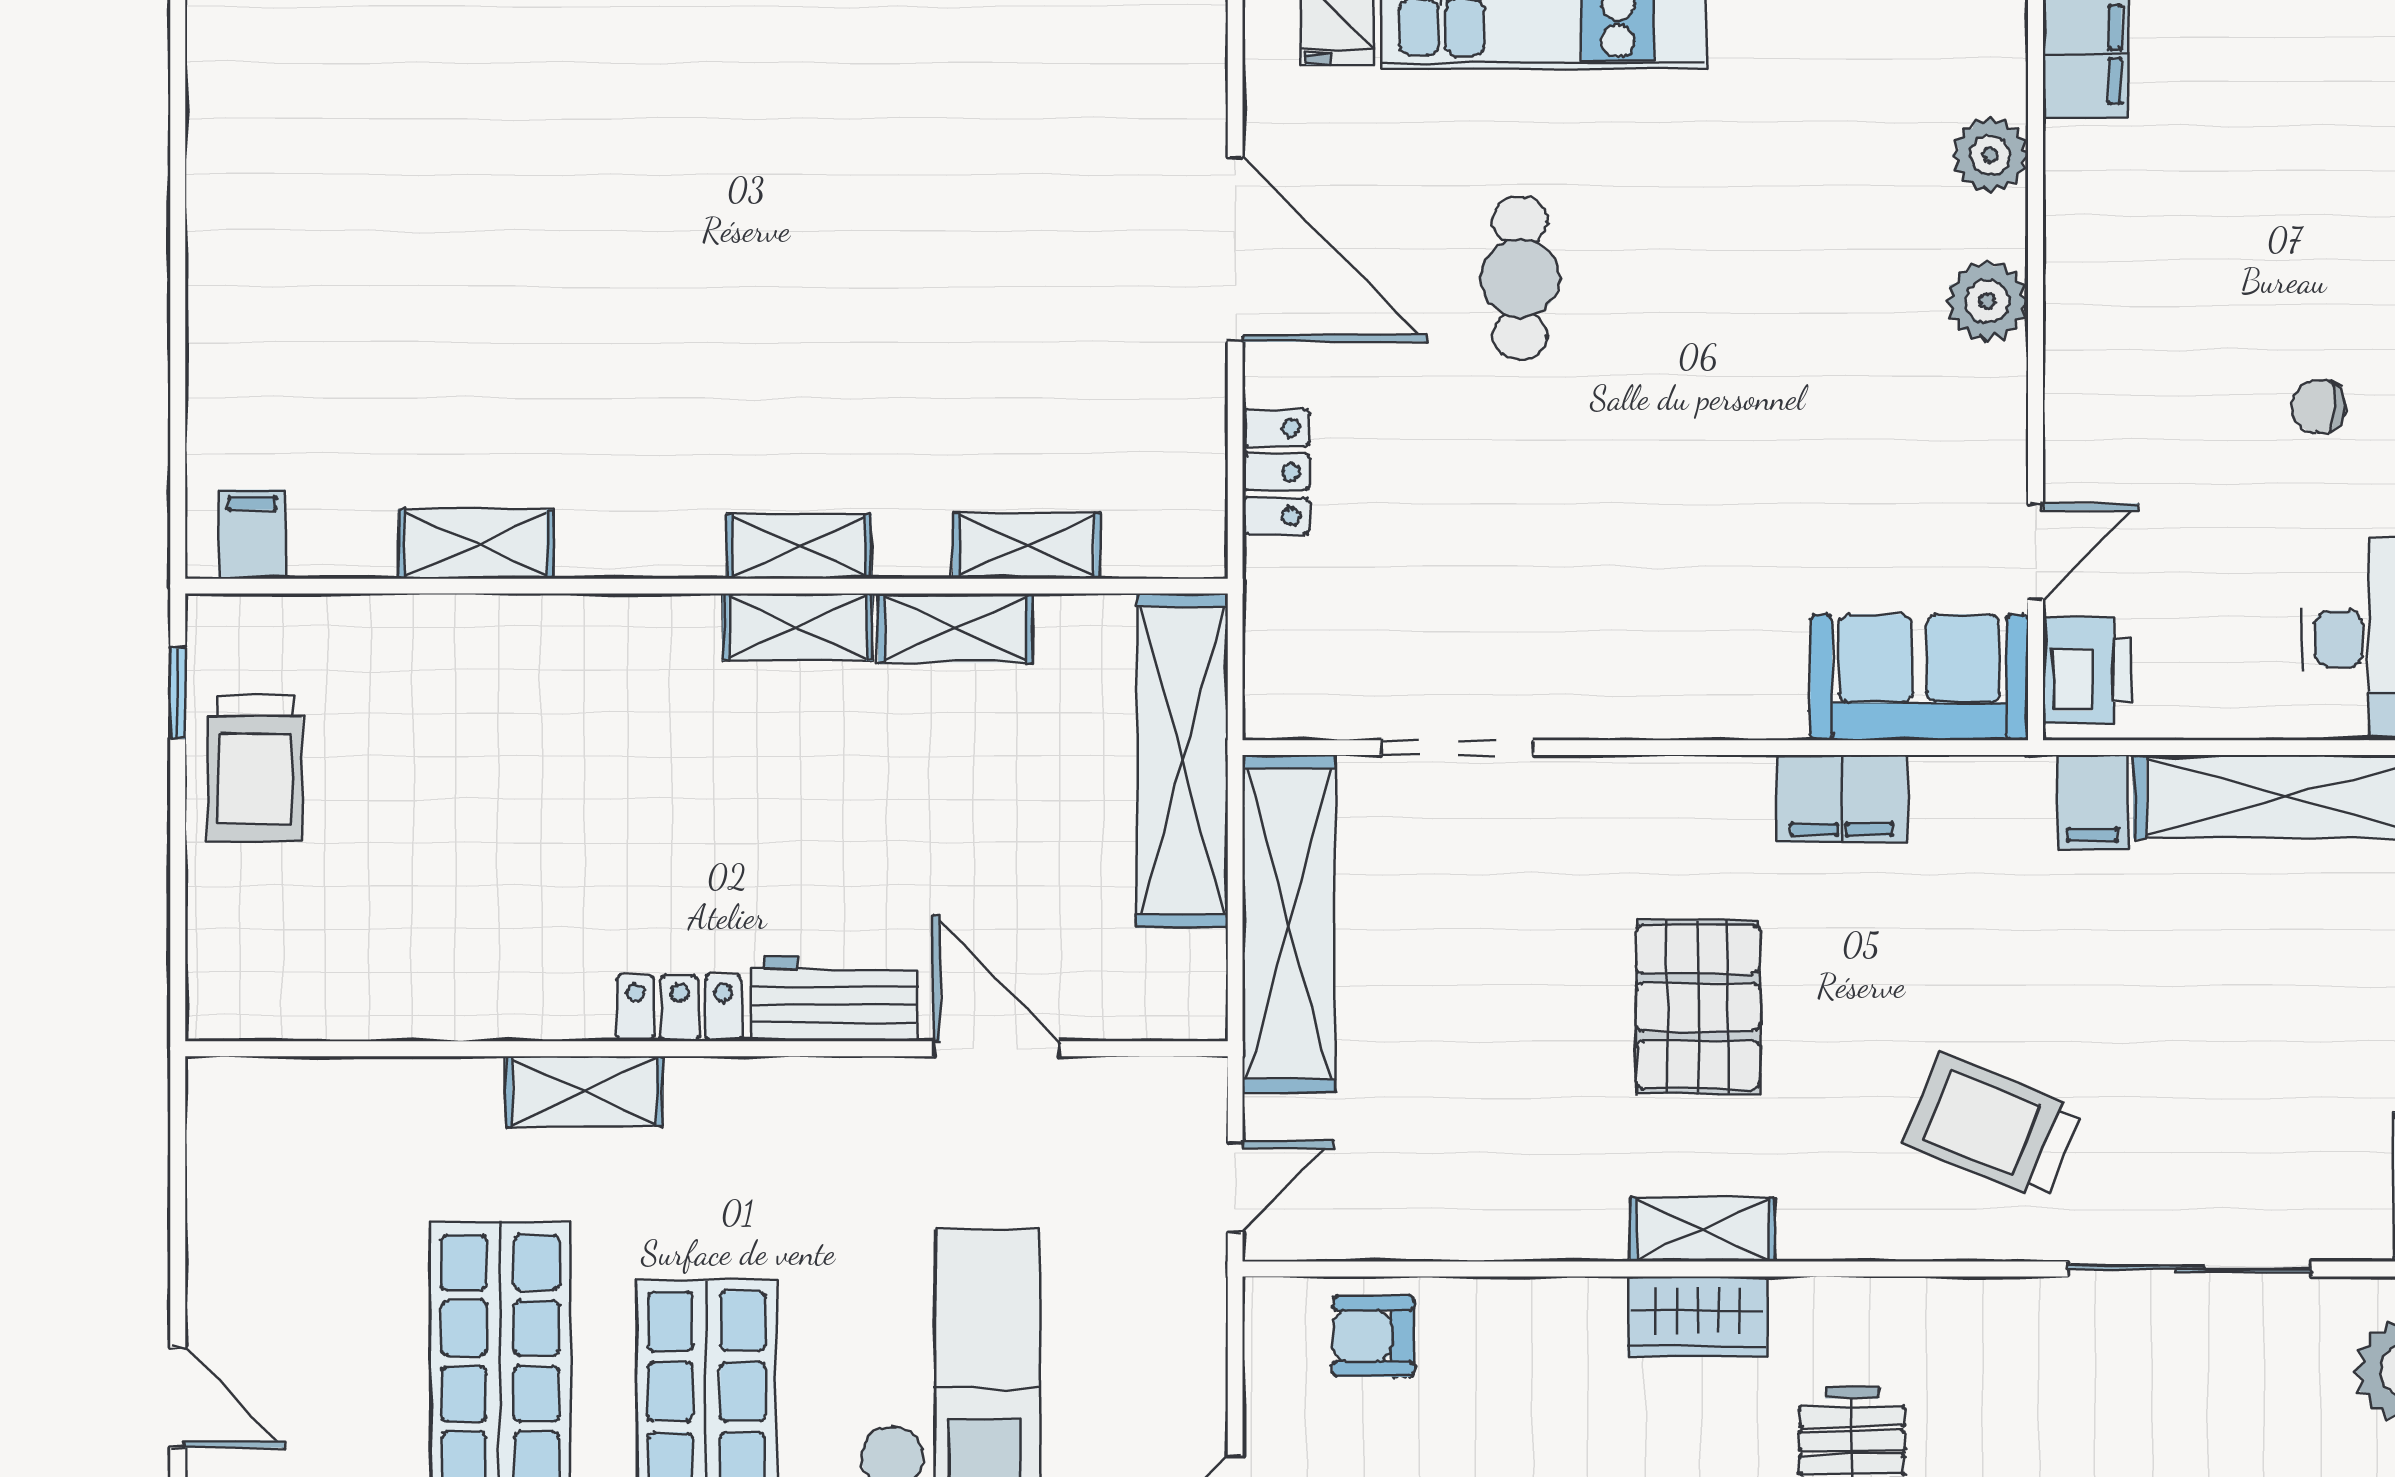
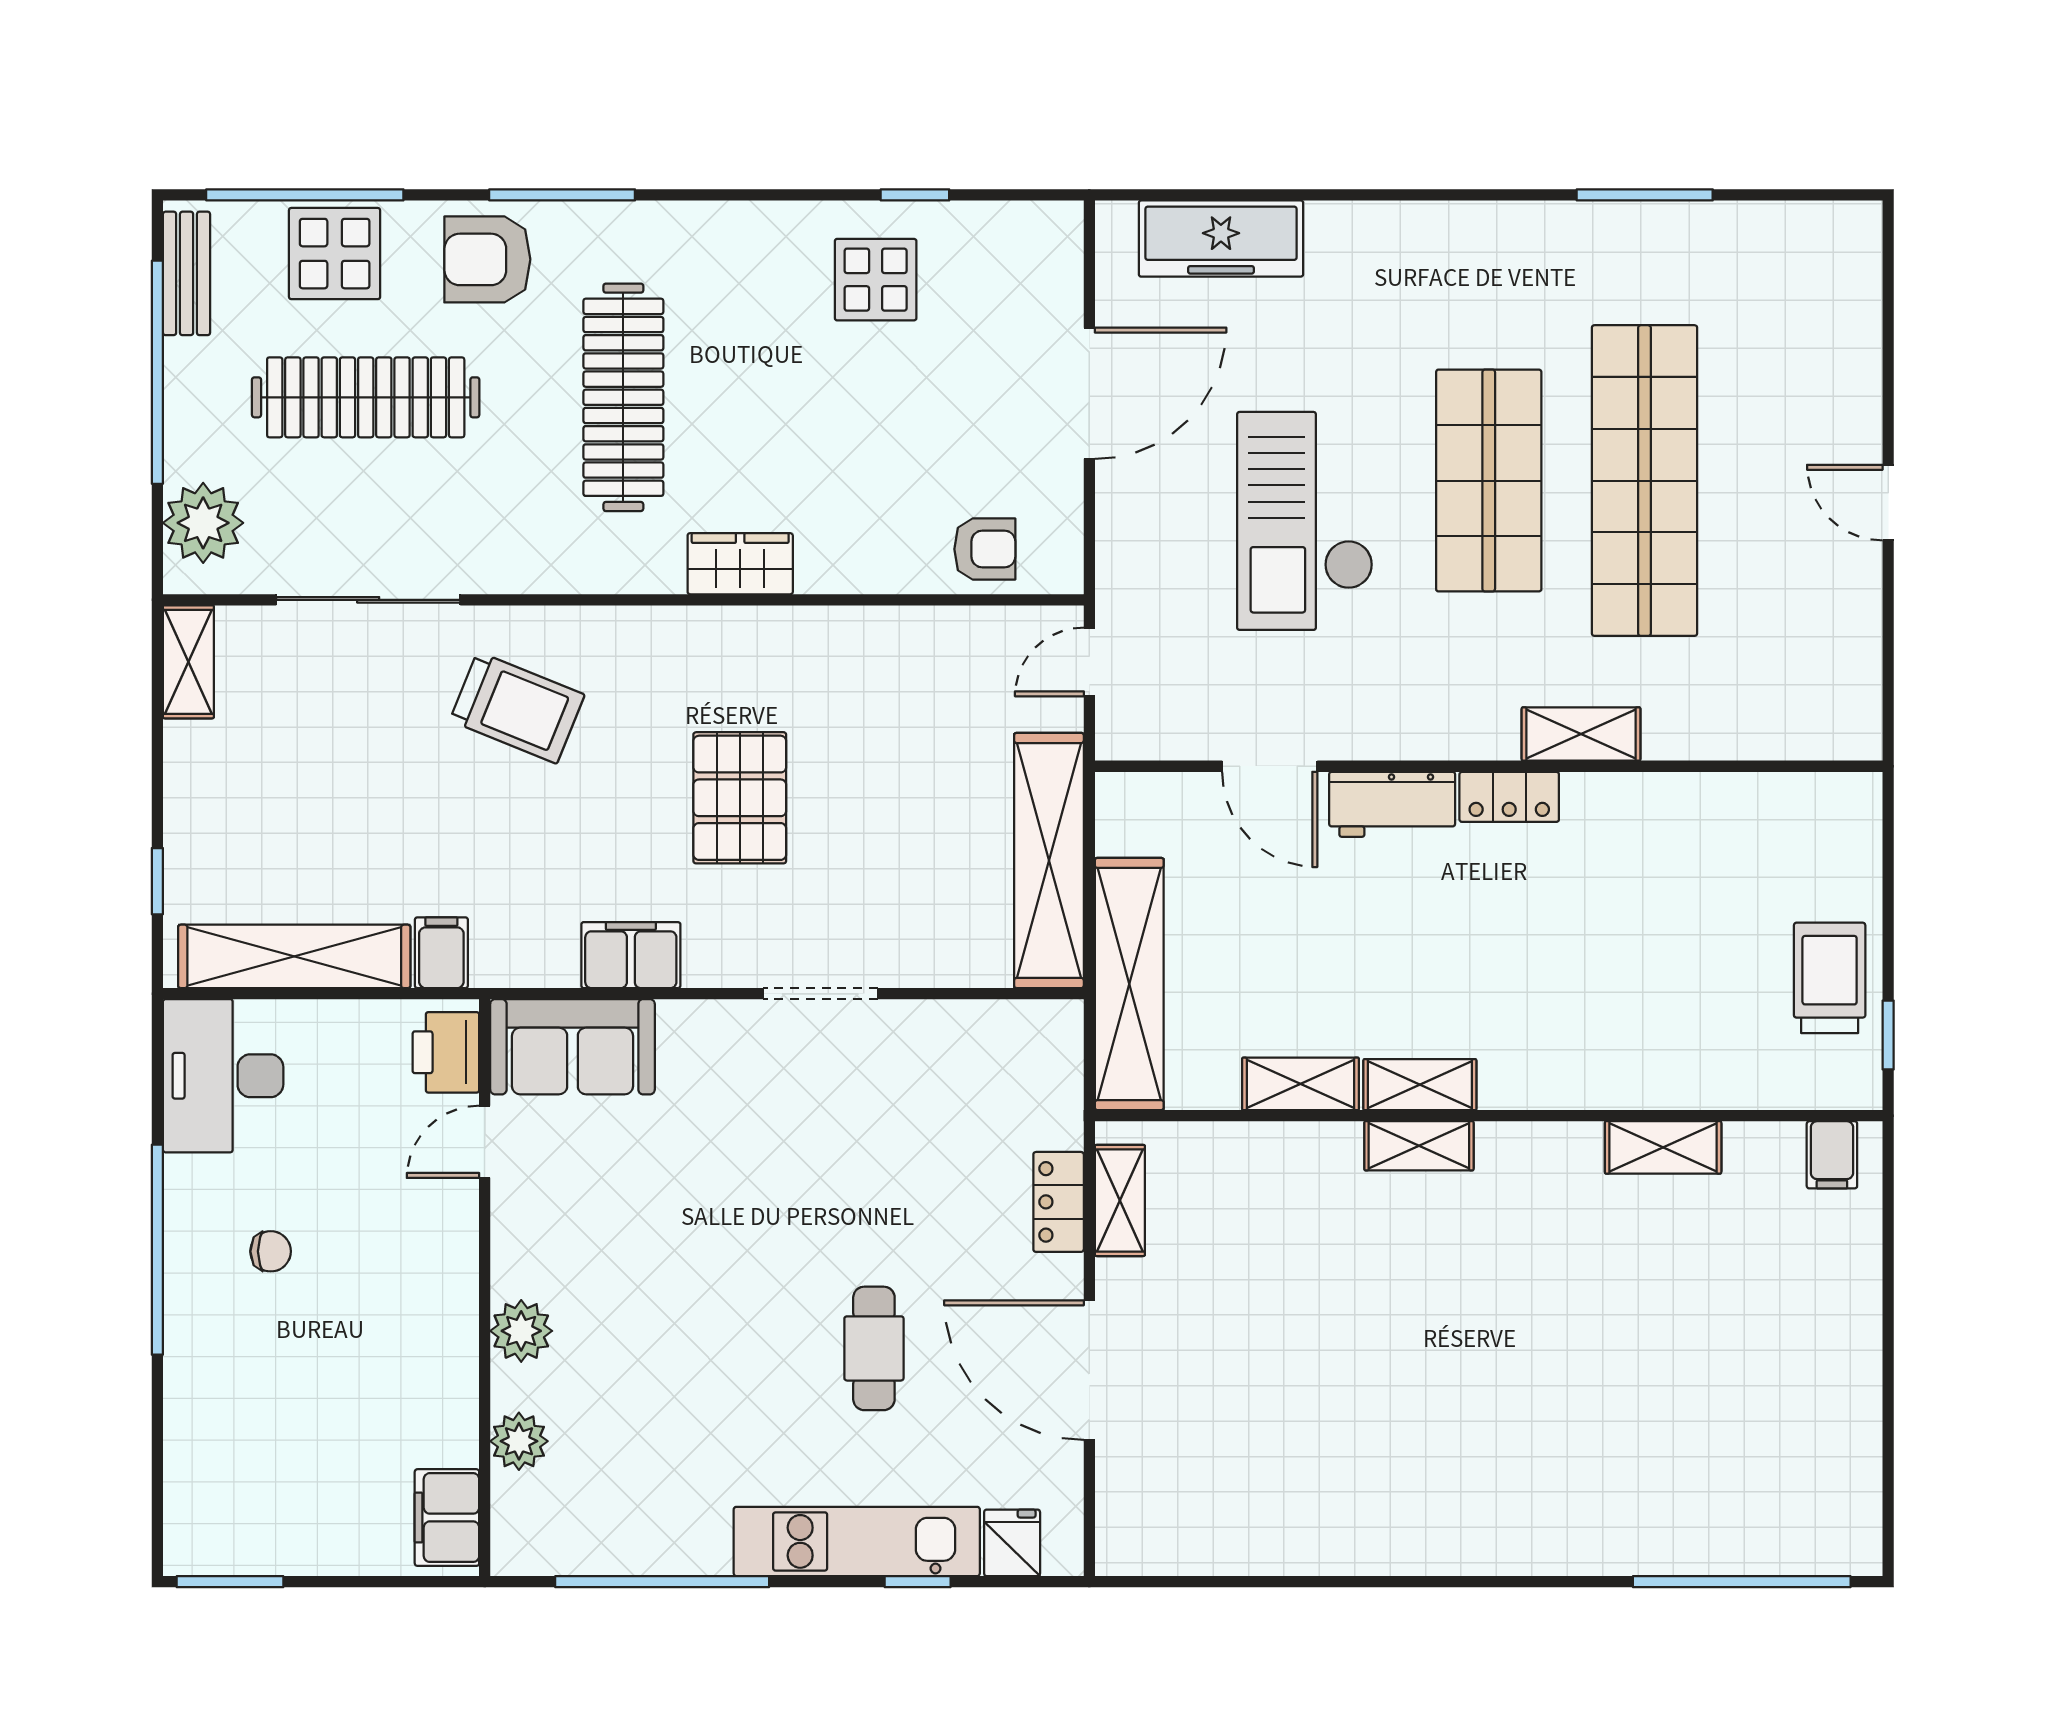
shelving: (1027, 546) -> (1120, 1200), moved, turned 90
doorway: (1458, 748) -> (820, 994), moved
shelving: (1703, 1229) -> (736, 630), removed

